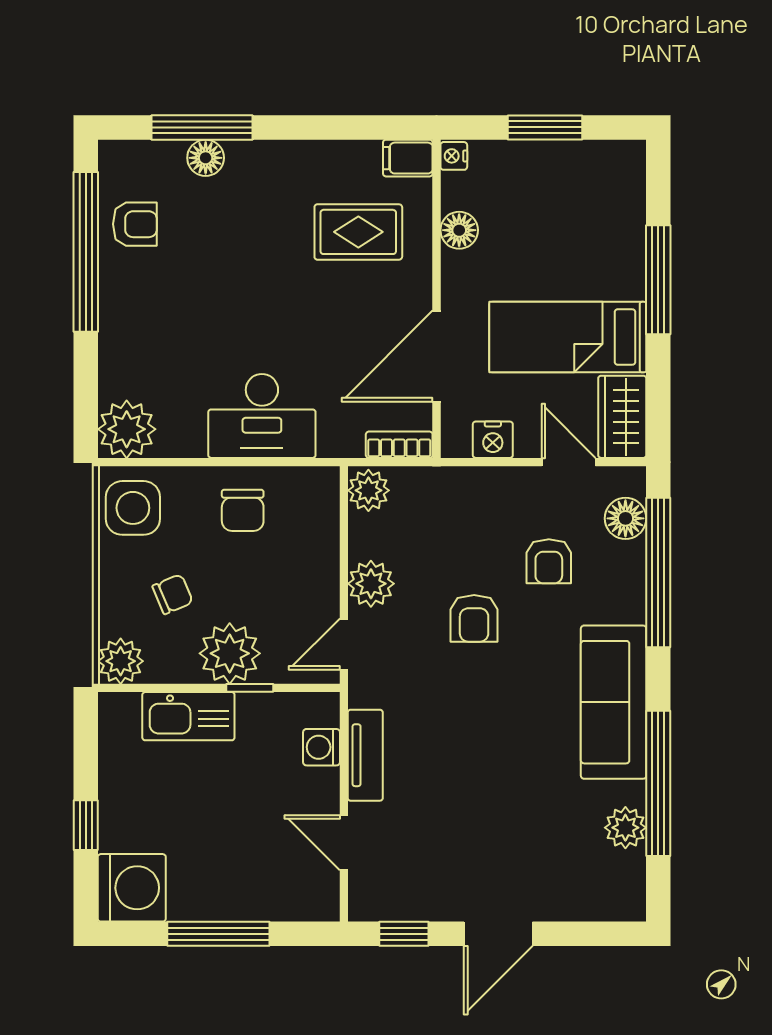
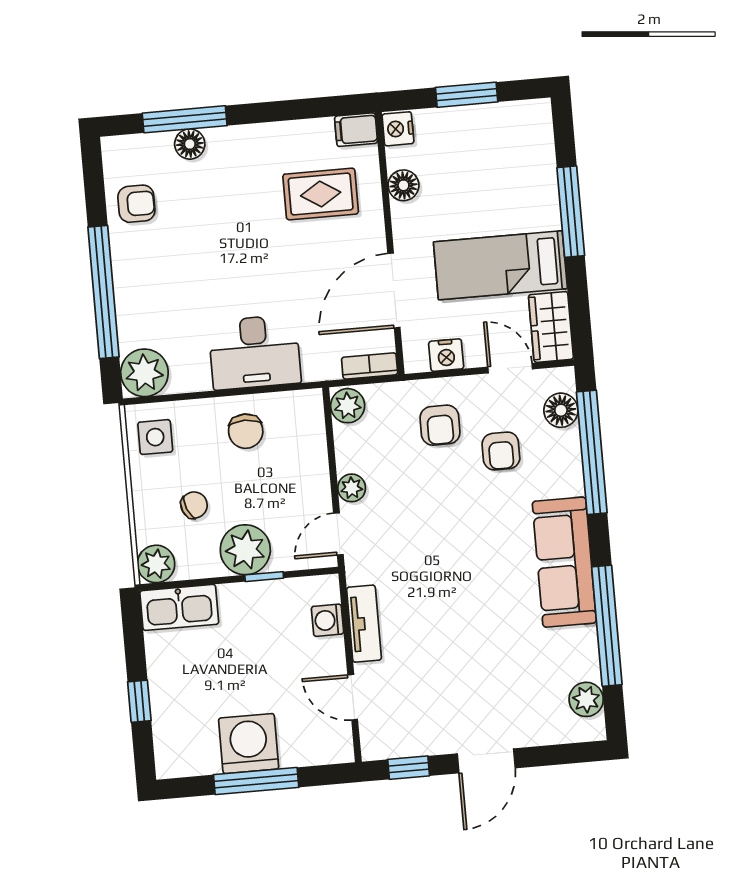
nightstand: (454, 156) -> (398, 129), width x1.39, depth x1.35
window: (86, 252) -> (103, 292), moved
side table: (133, 508) -> (155, 437), width x0.73, depth x0.73
plant: (371, 584) -> (352, 488), width x0.73, depth x0.73
armchair: (474, 618) -> (440, 425), moved
kitchen sink: (188, 716) -> (179, 607), moved
plant: (625, 828) -> (586, 699), moved
washing machine: (132, 888) -> (249, 744), moved, turned -90

